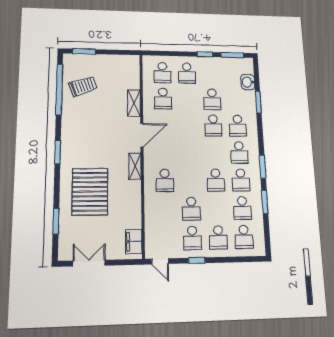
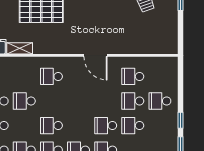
school desk: (162, 73) -> (133, 101), moved
shelving: (134, 103) -> (128, 48), removed
shelving: (135, 166) -> (20, 48), moved

